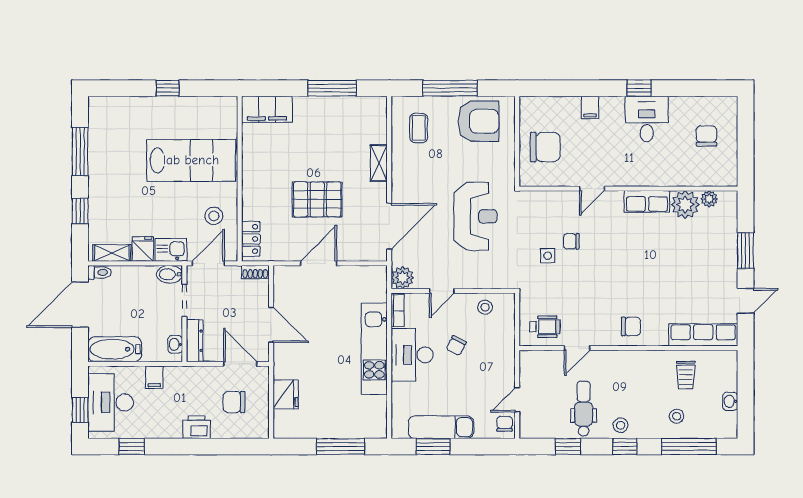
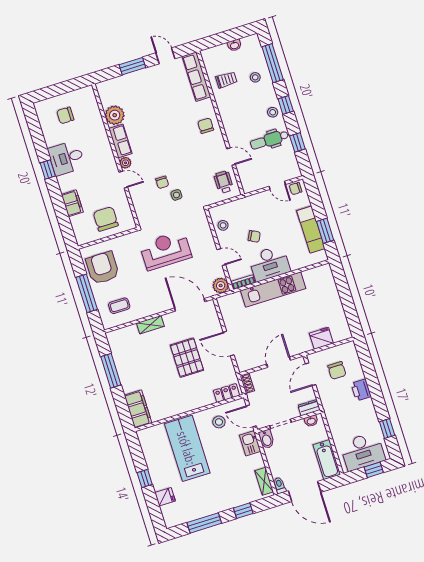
filing cabinet: (590, 107) -> (72, 203), width x2.00
plant: (709, 199) -> (125, 163), moved
fridge: (143, 249) -> (165, 497), moved, turned 180
dresser: (195, 341) -> (309, 408), width x0.70
filing cabinet: (154, 377) -> (337, 428), removed
window: (341, 446) -> (344, 291), removed

